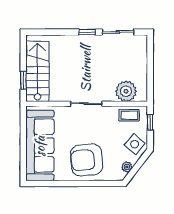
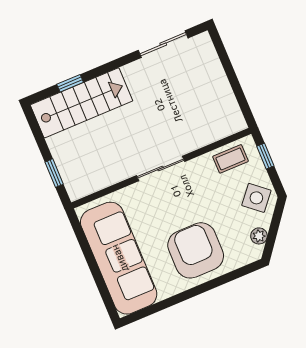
window: (87, 32) -> (70, 83), moved
stairs: (37, 71) -> (81, 103), moved, turned 90
plant: (126, 91) -> (211, 126), removed
armchair: (87, 160) -> (196, 250), turned 95

